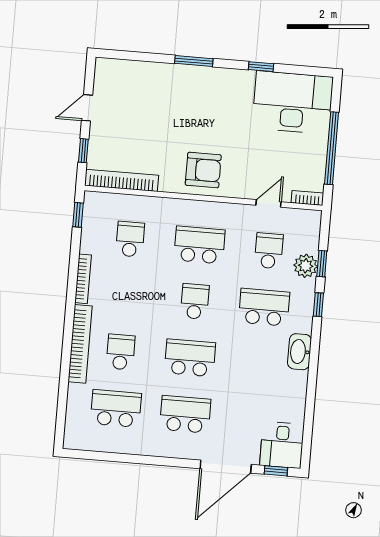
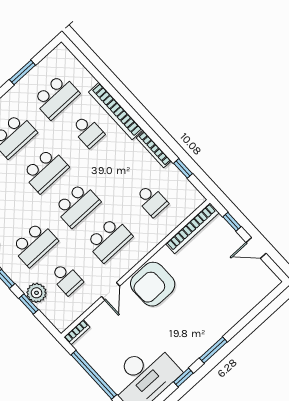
window: (194, 61) -> (213, 350), moved
door: (87, 108) -> (256, 248), swing flipped
armchair: (203, 170) -> (153, 284), width x1.36, depth x1.36
door: (268, 203) -> (111, 291), moved
window: (78, 215) -> (183, 168), moved
school desk: (195, 301) -> (77, 205), width x1.85
window: (122, 458) -> (22, 72), added

